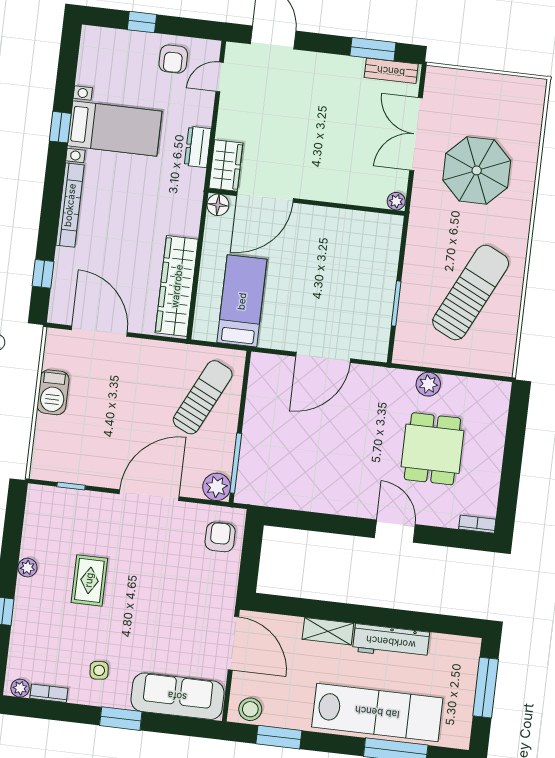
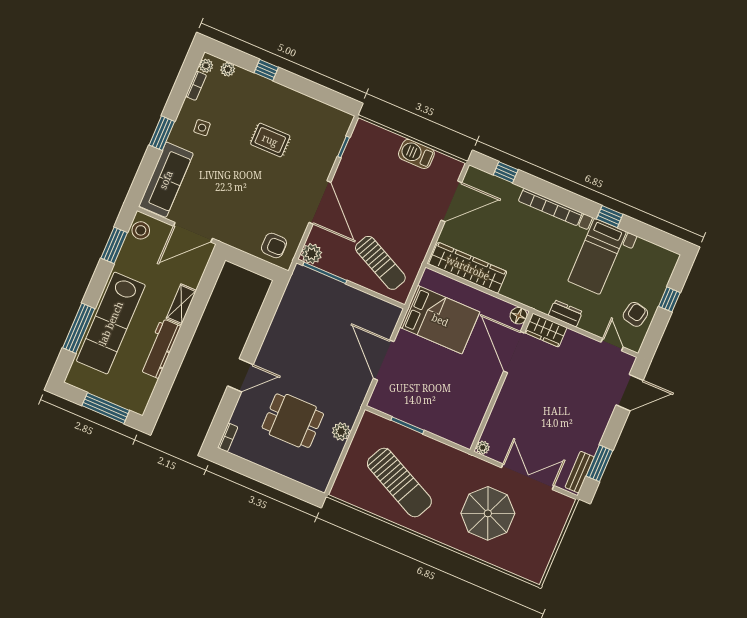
armchair: (173, 59) -> (635, 314), turned 101
bed: (242, 301) -> (440, 320), width x1.50
plant: (27, 568) -> (228, 69), moved

